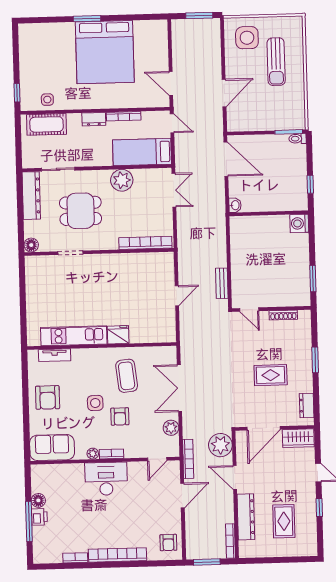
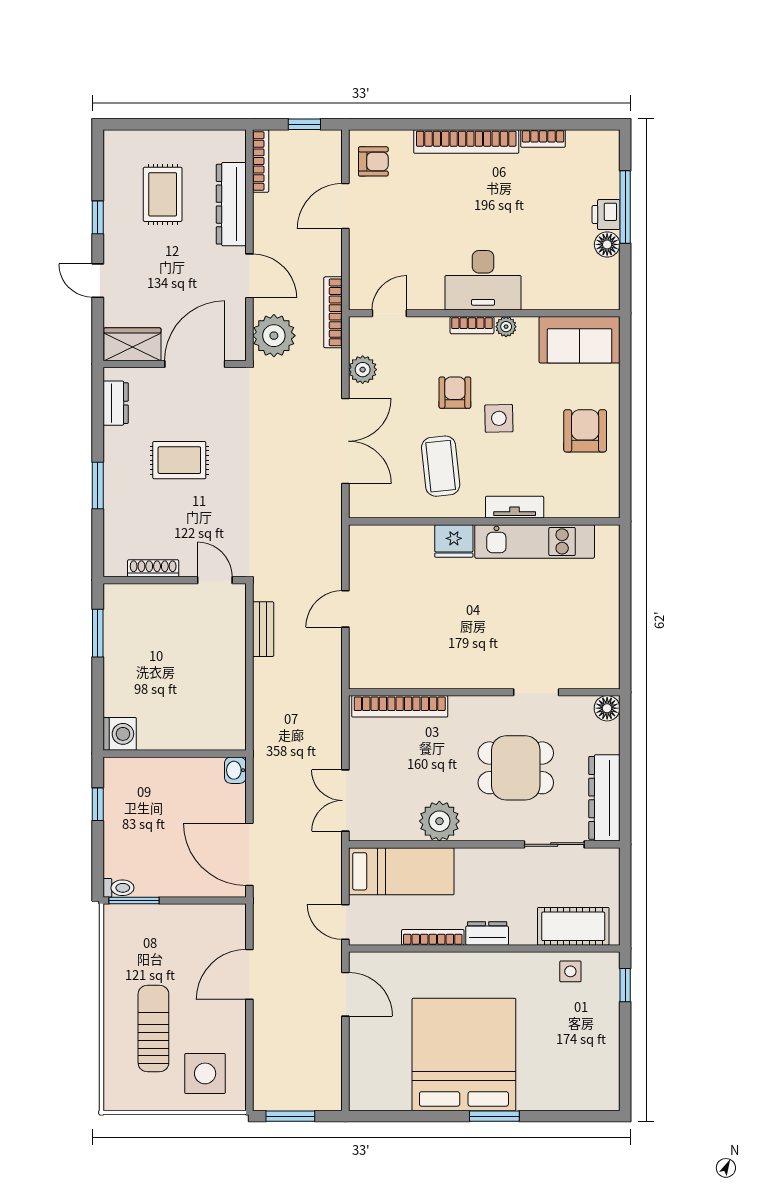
tv unit: (55, 355) -> (515, 507), moved
door: (182, 496) -> (345, 206), moved
armchair: (168, 543) -> (373, 161), turned 90
window: (207, 562) -> (304, 124), width x0.67

